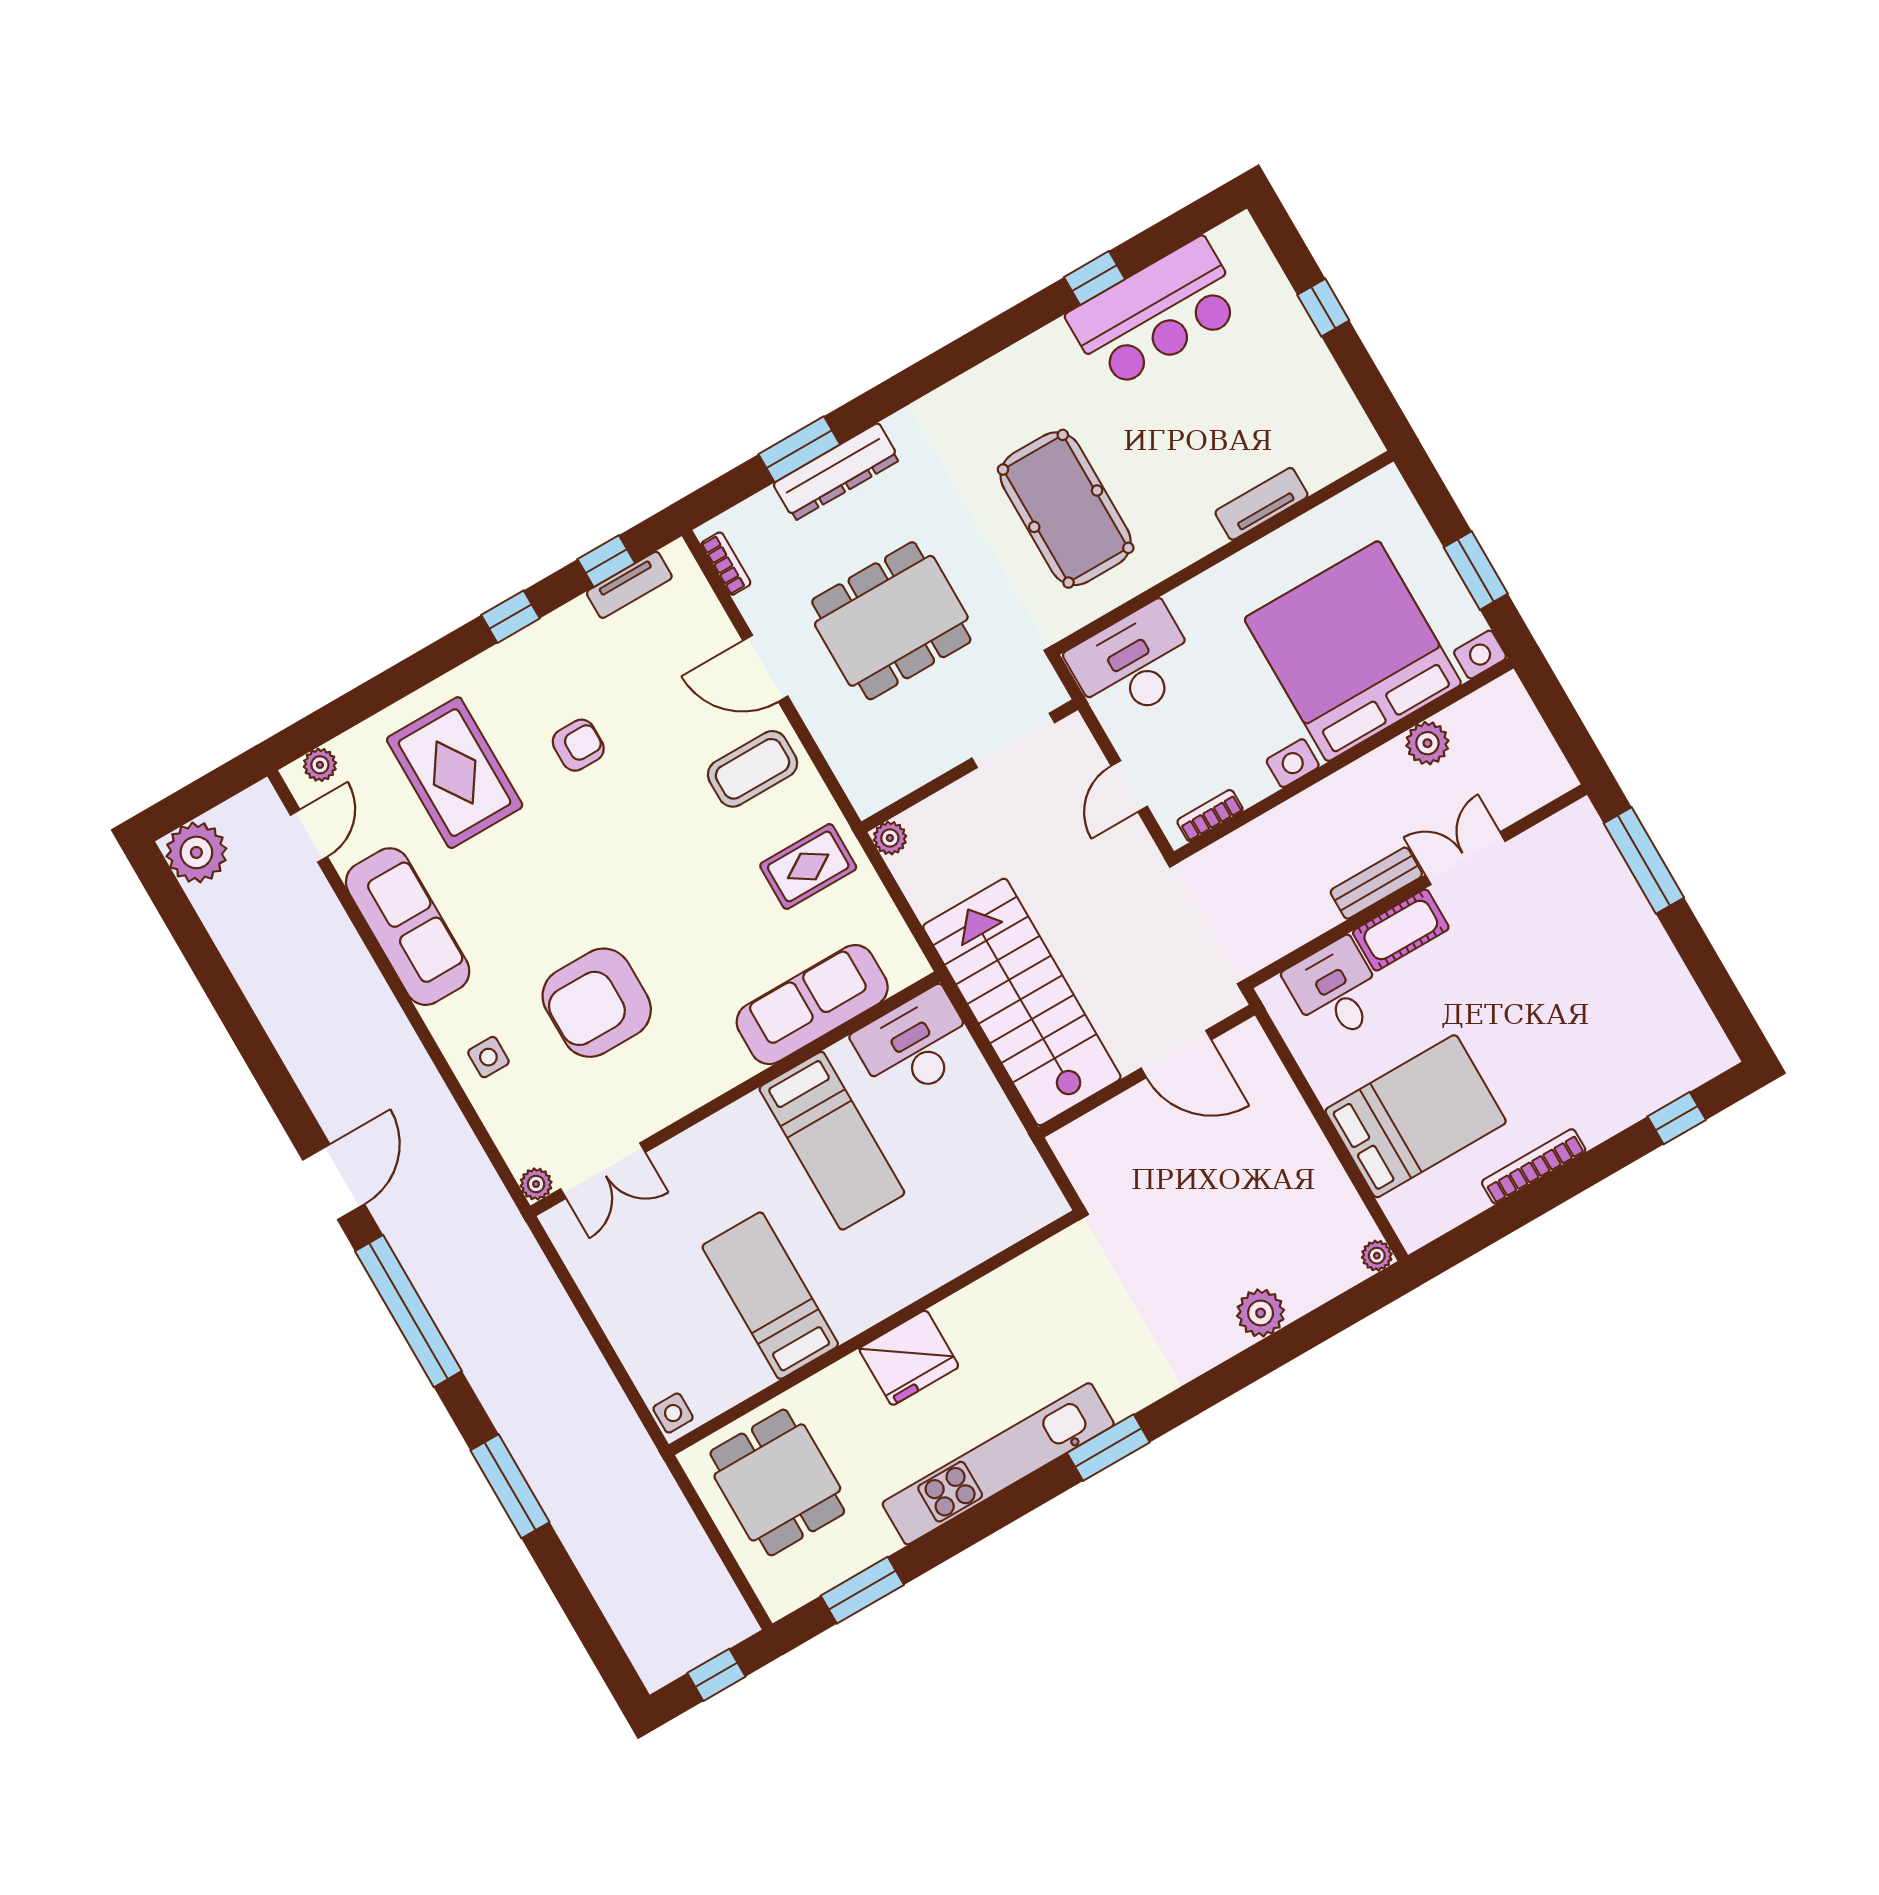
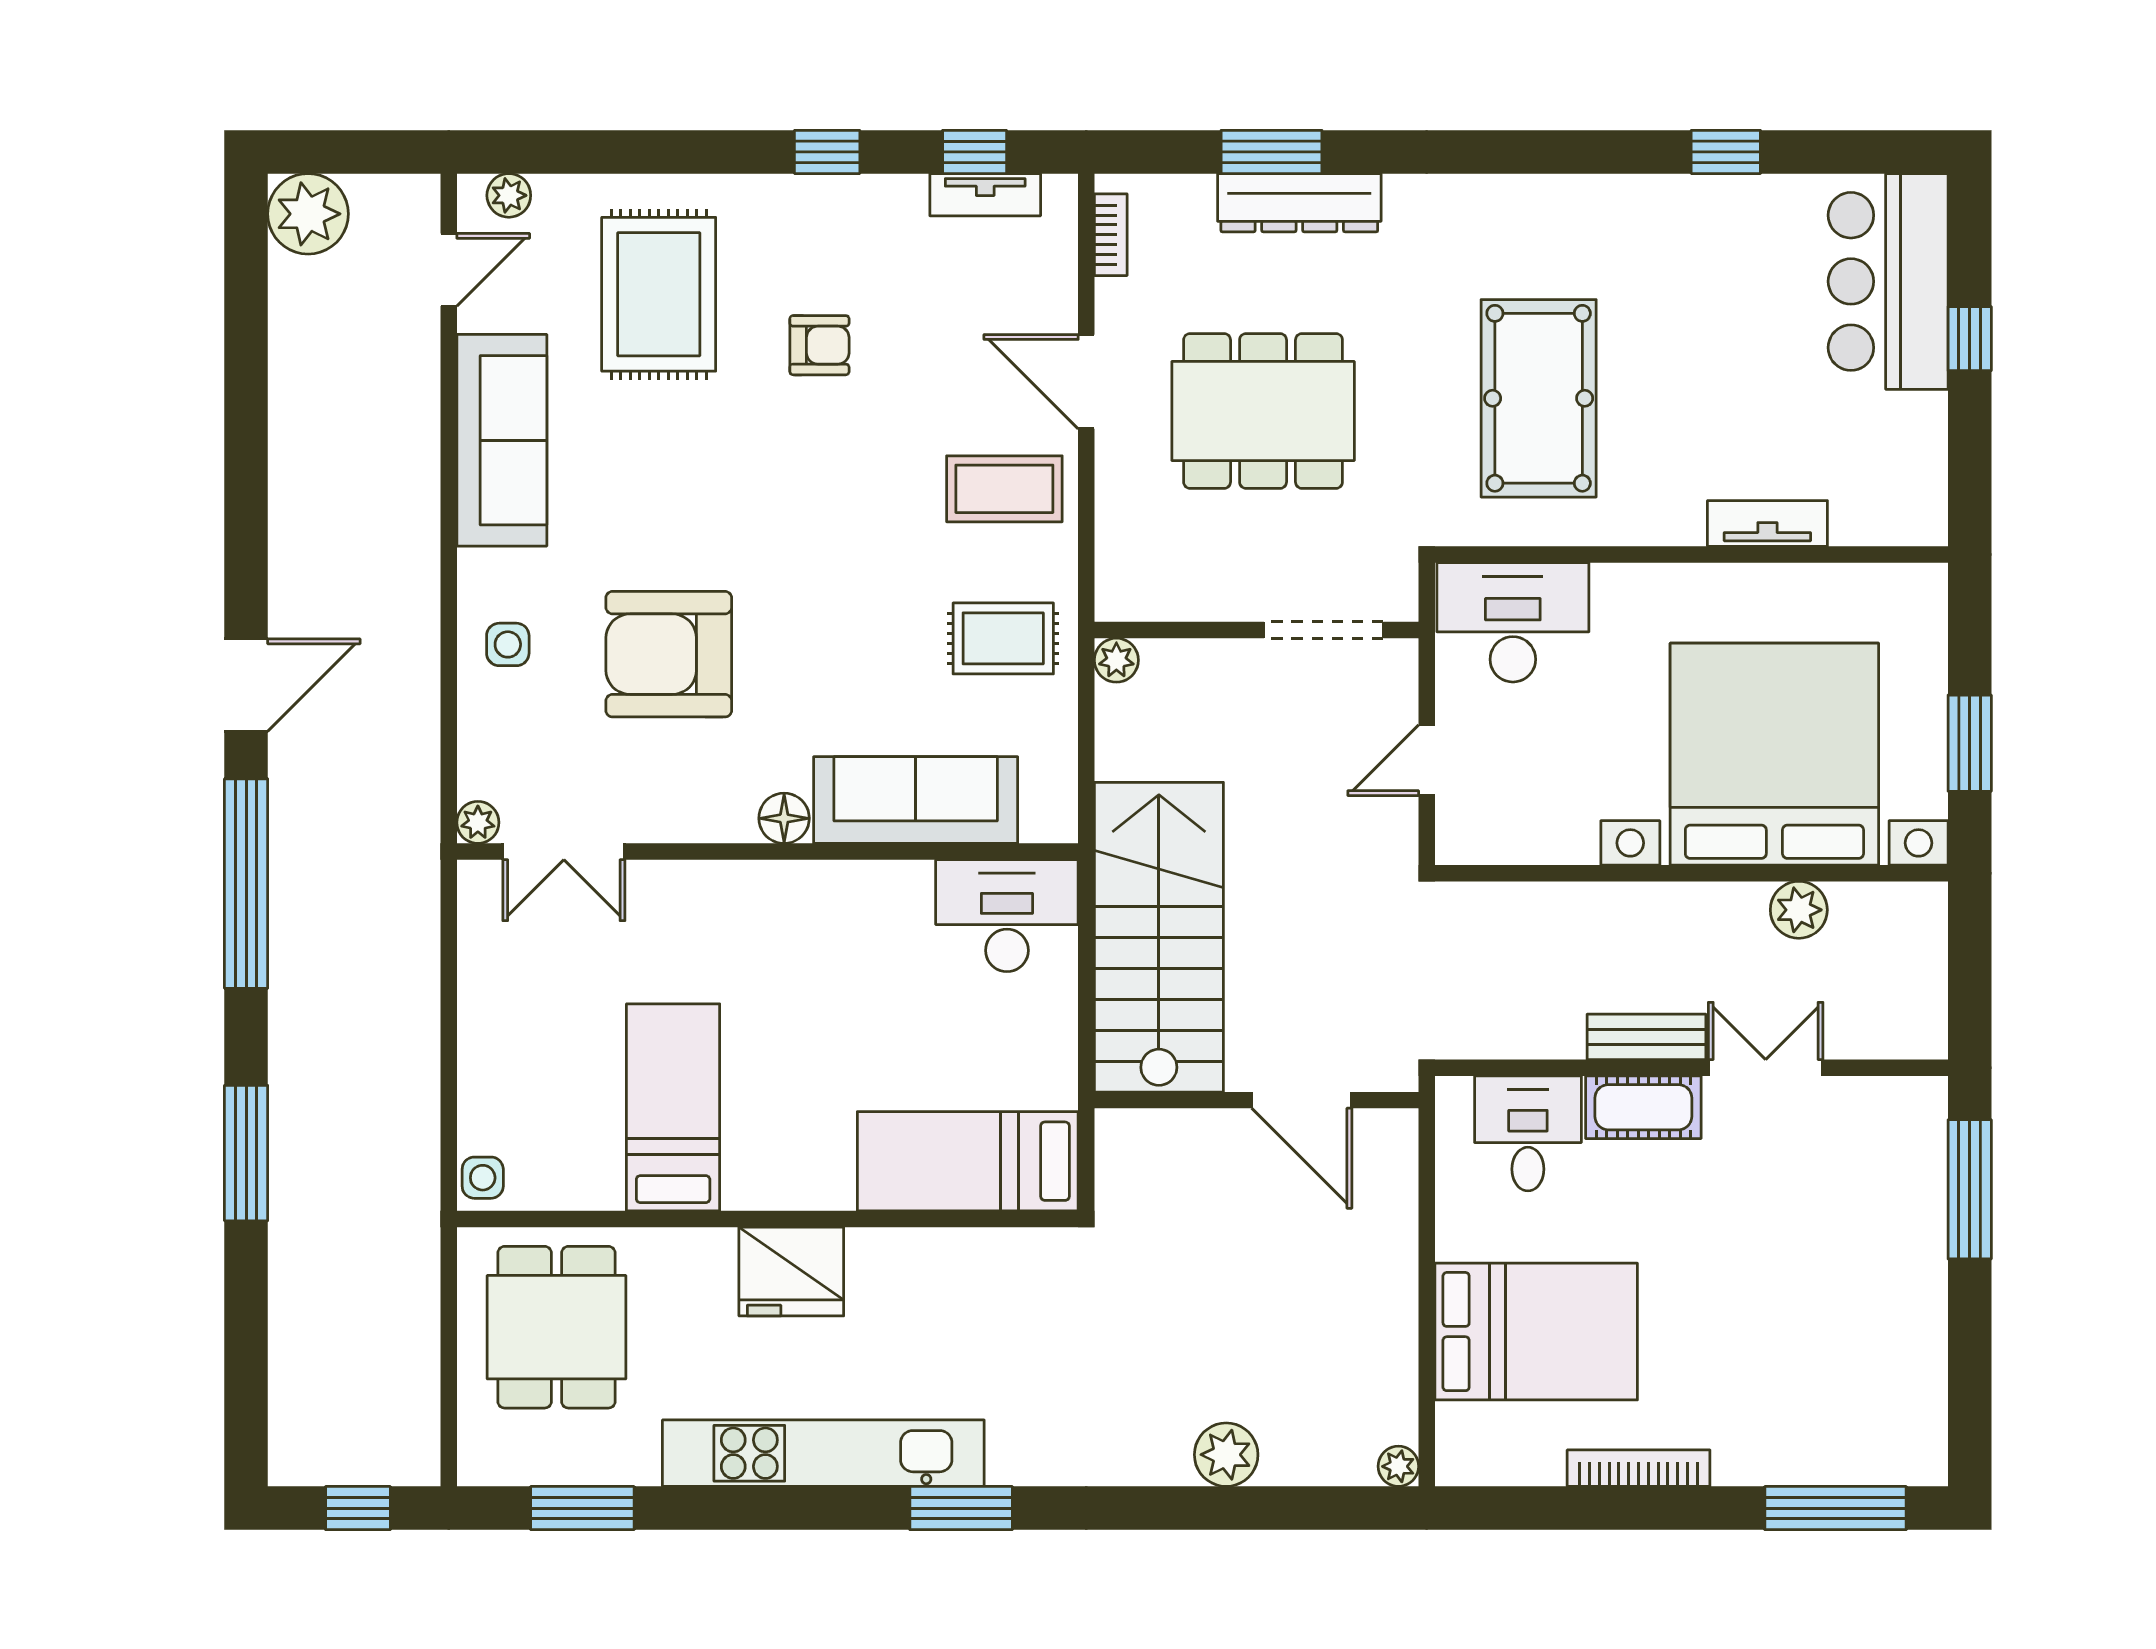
bar counter: (1156, 313) -> (1888, 281), moved, turned 90
bookcase: (1210, 816) -> (1500, 848), removed
floor lamp: (733, 1066) -> (784, 818), added
window: (1677, 1118) -> (1835, 1508), width x2.17
bed: (832, 1141) -> (968, 1161), moved, turned 90

